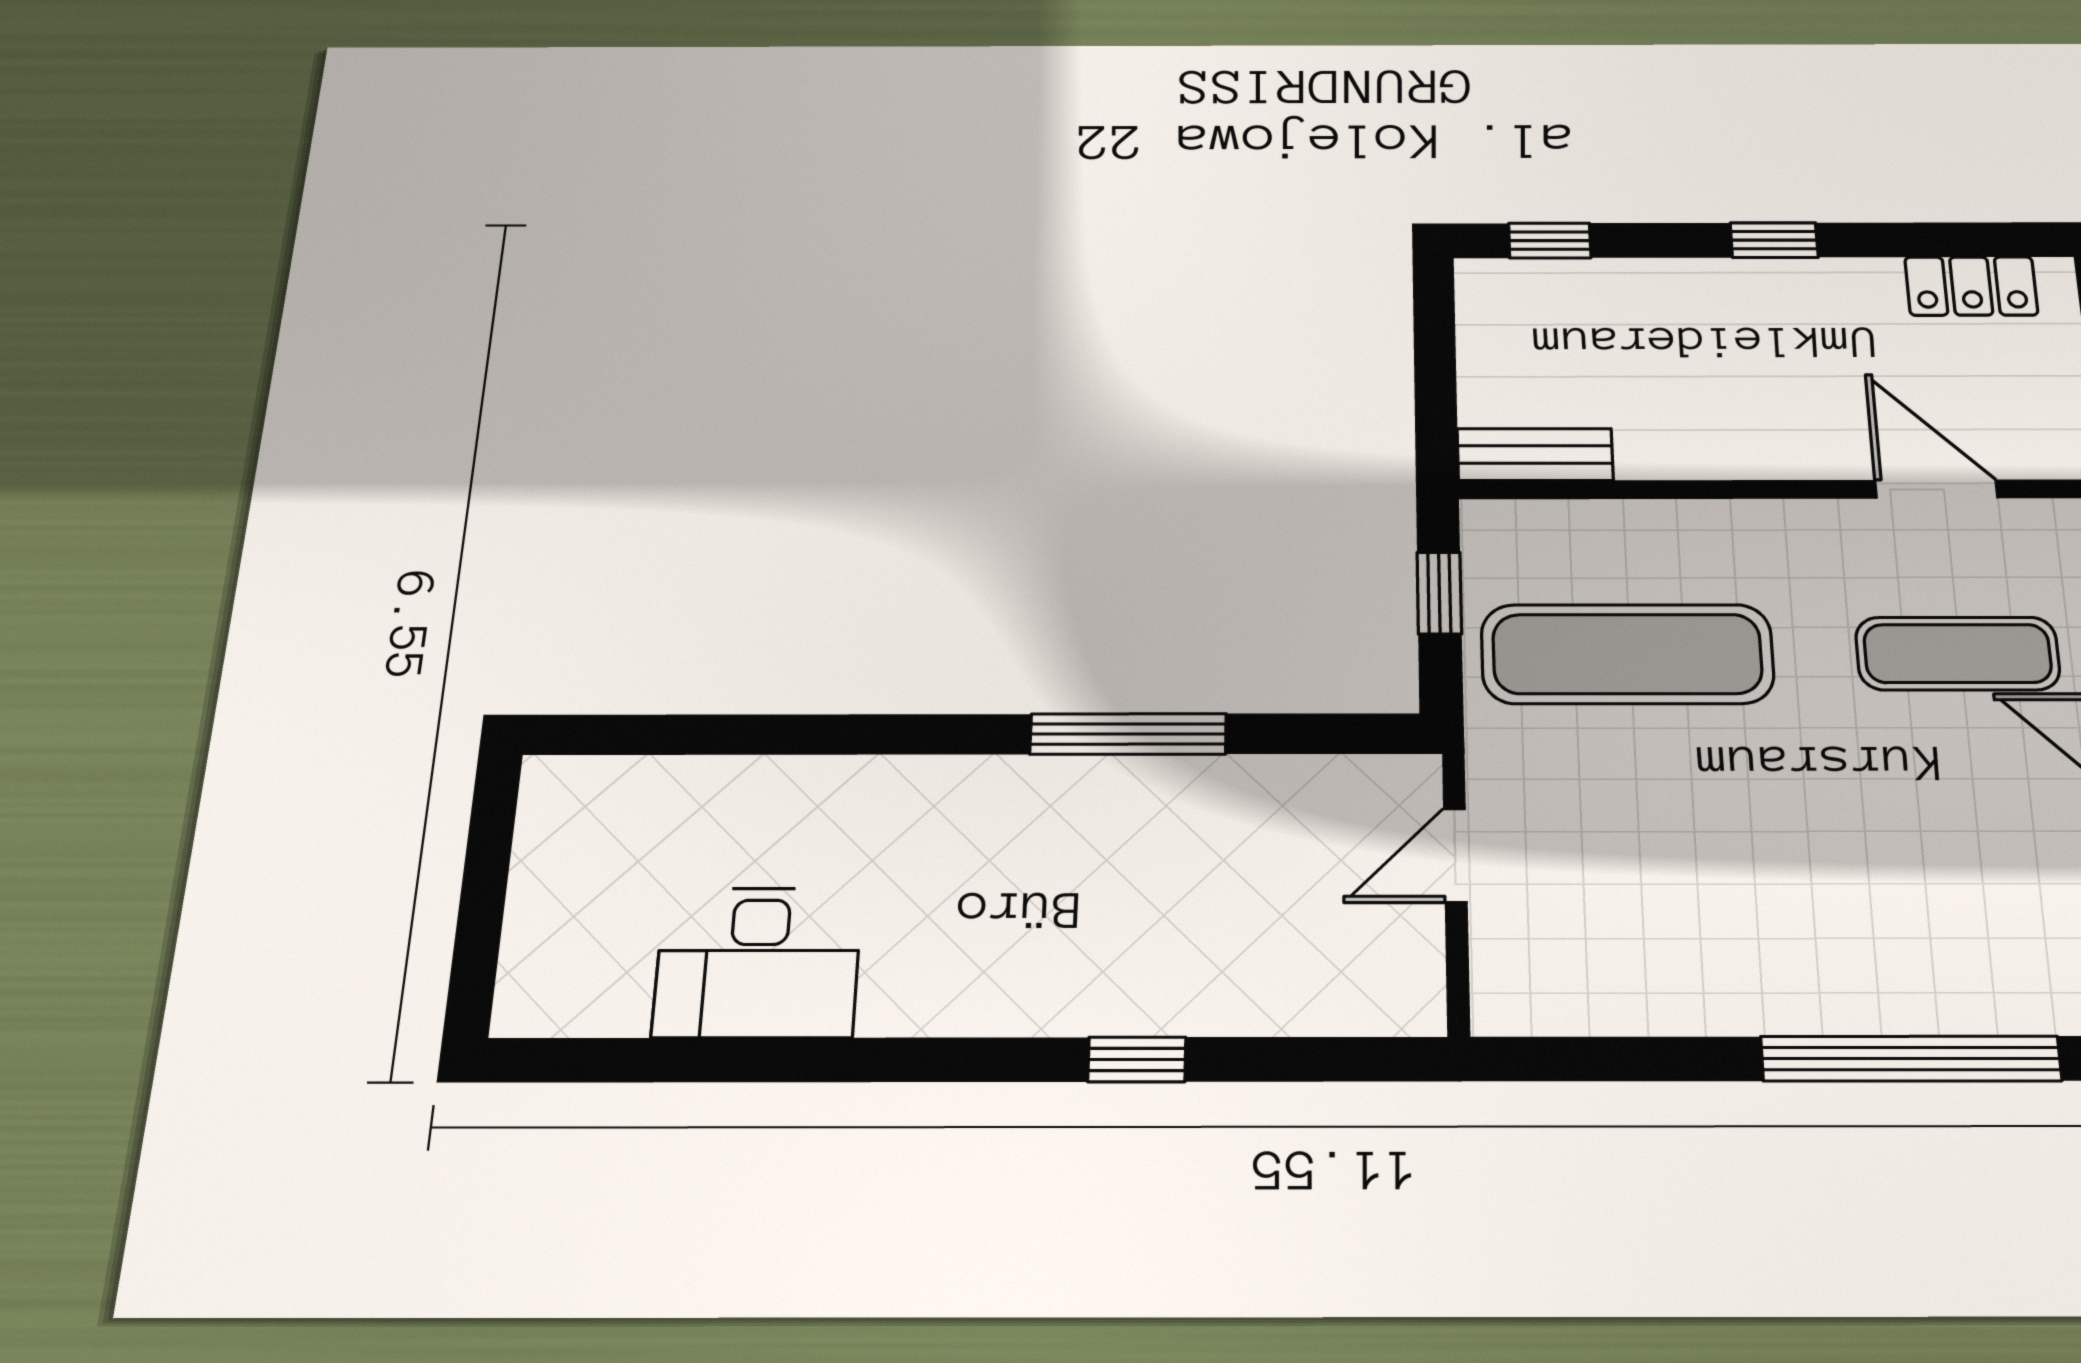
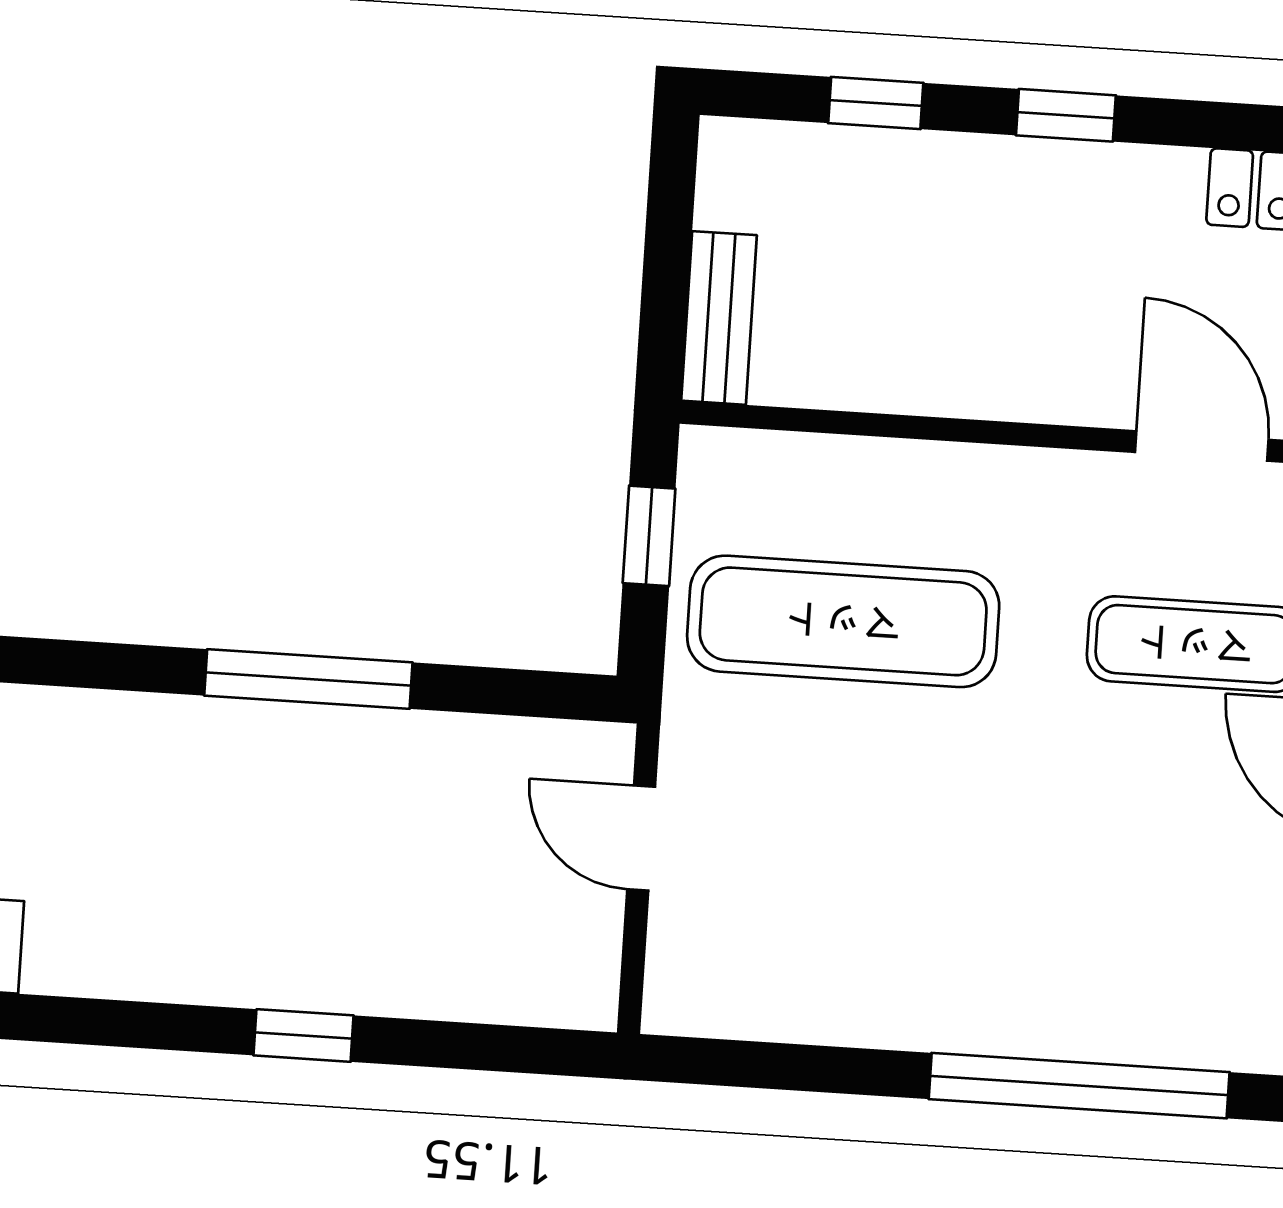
window: (1550, 241) -> (876, 103), moved
bench: (1535, 454) -> (719, 318), moved, turned 90
door: (1455, 855) -> (641, 838), hinge flipped

